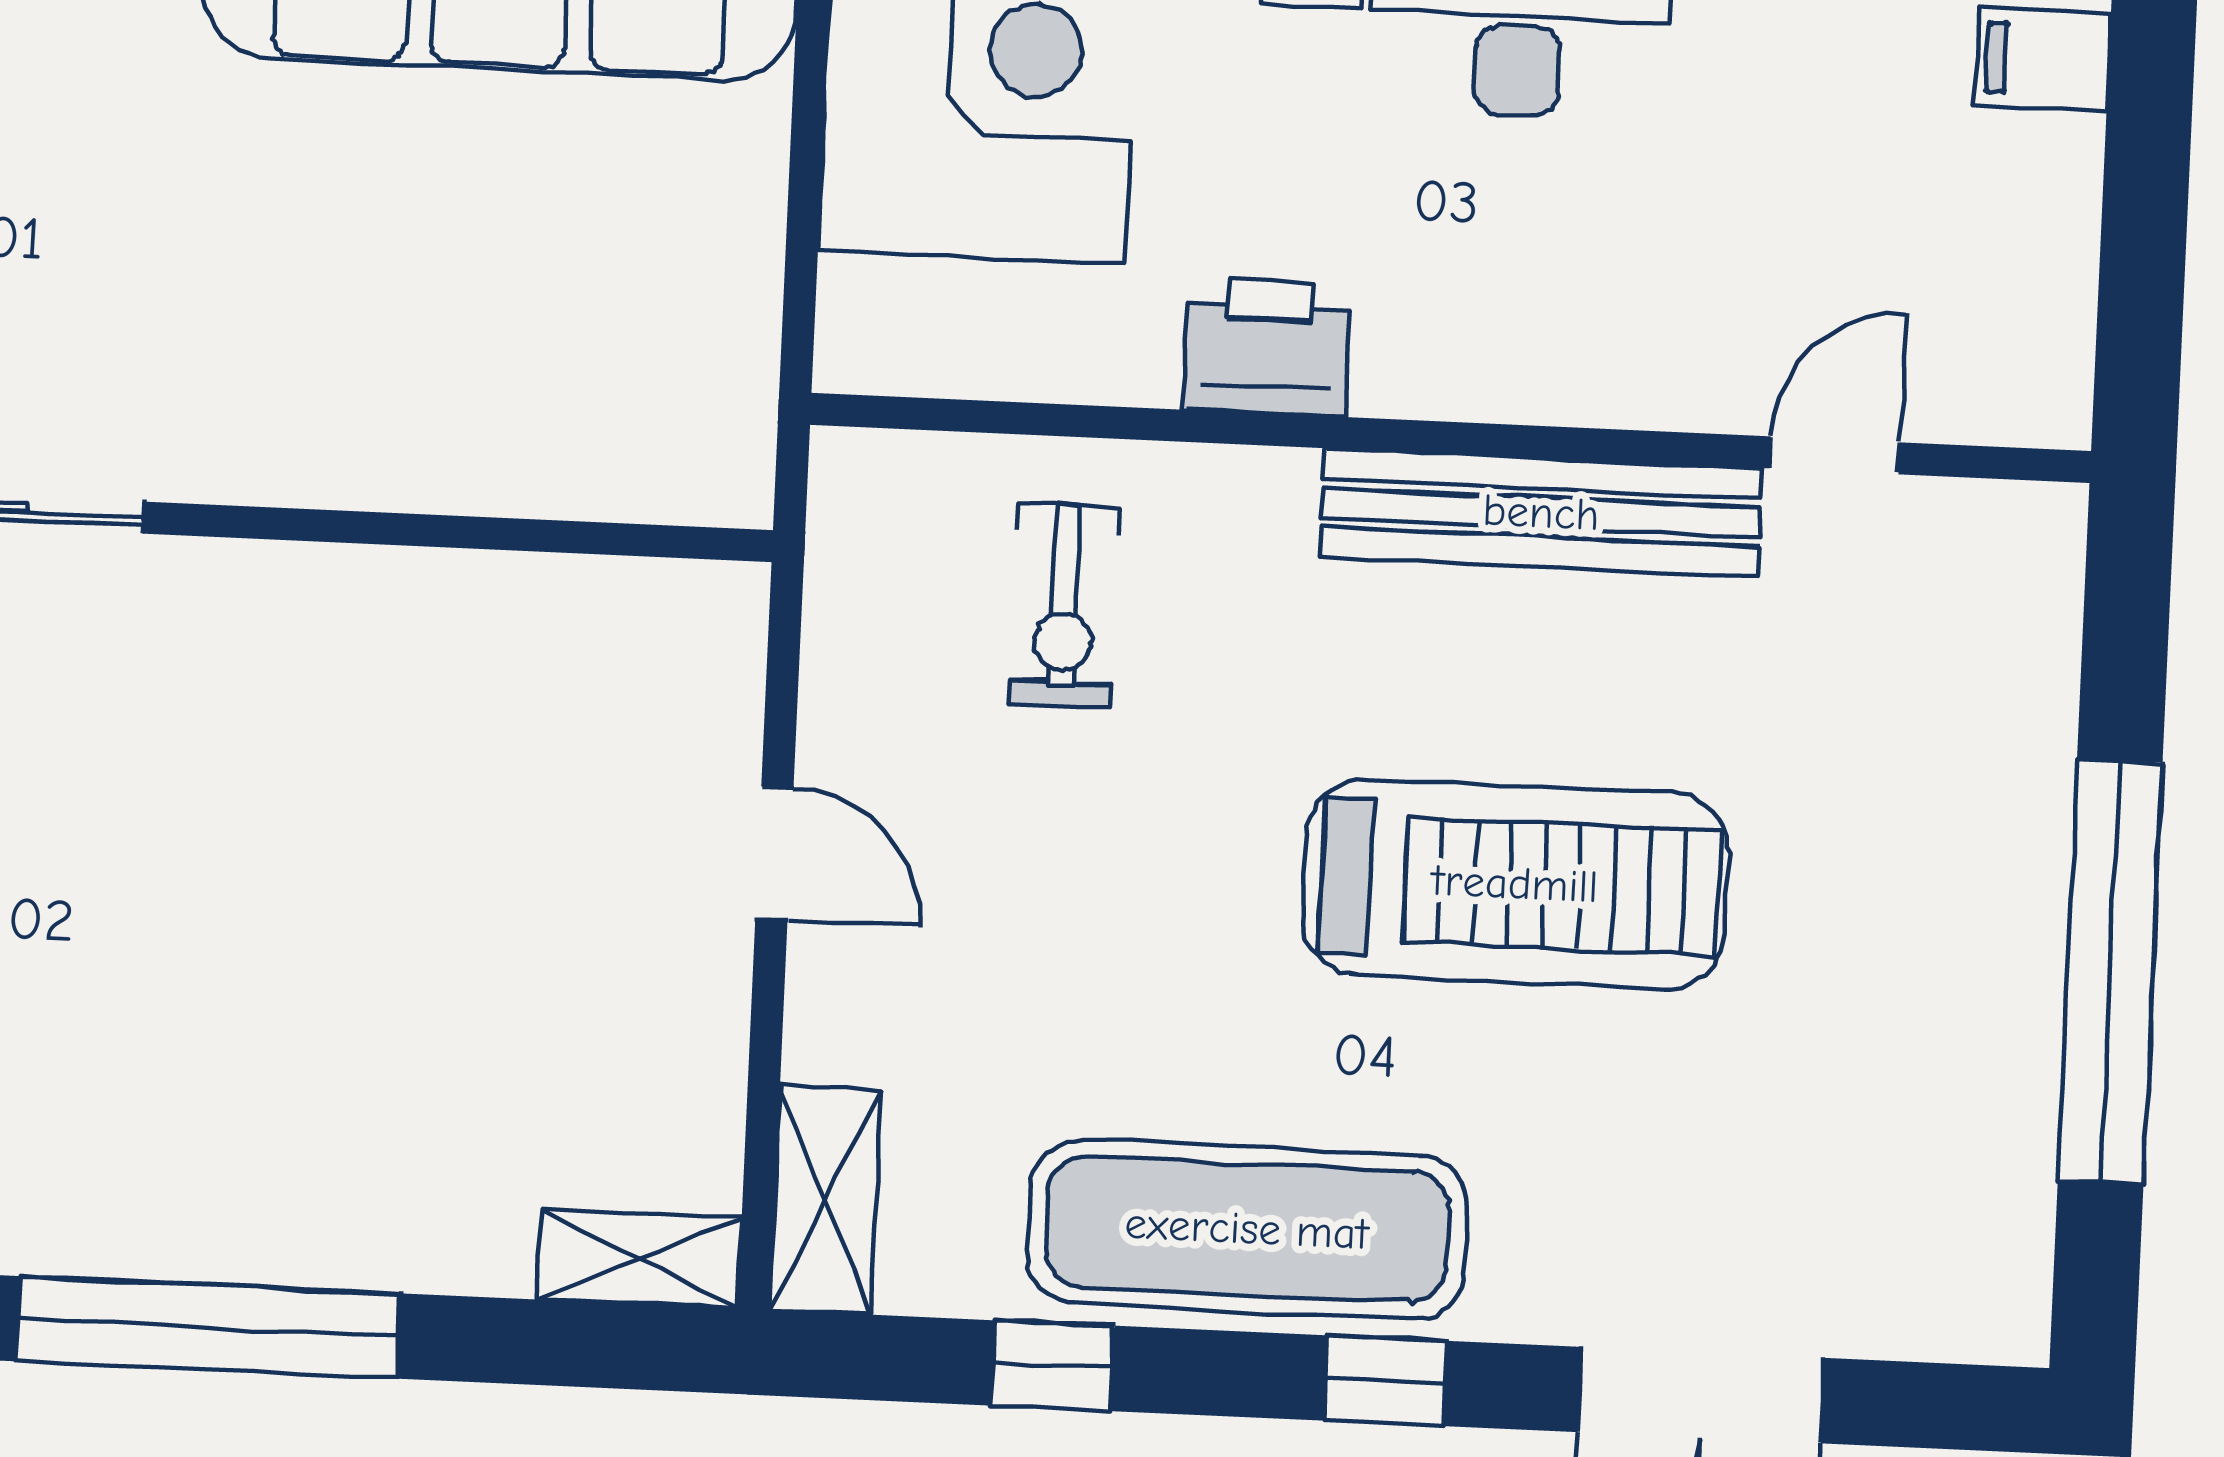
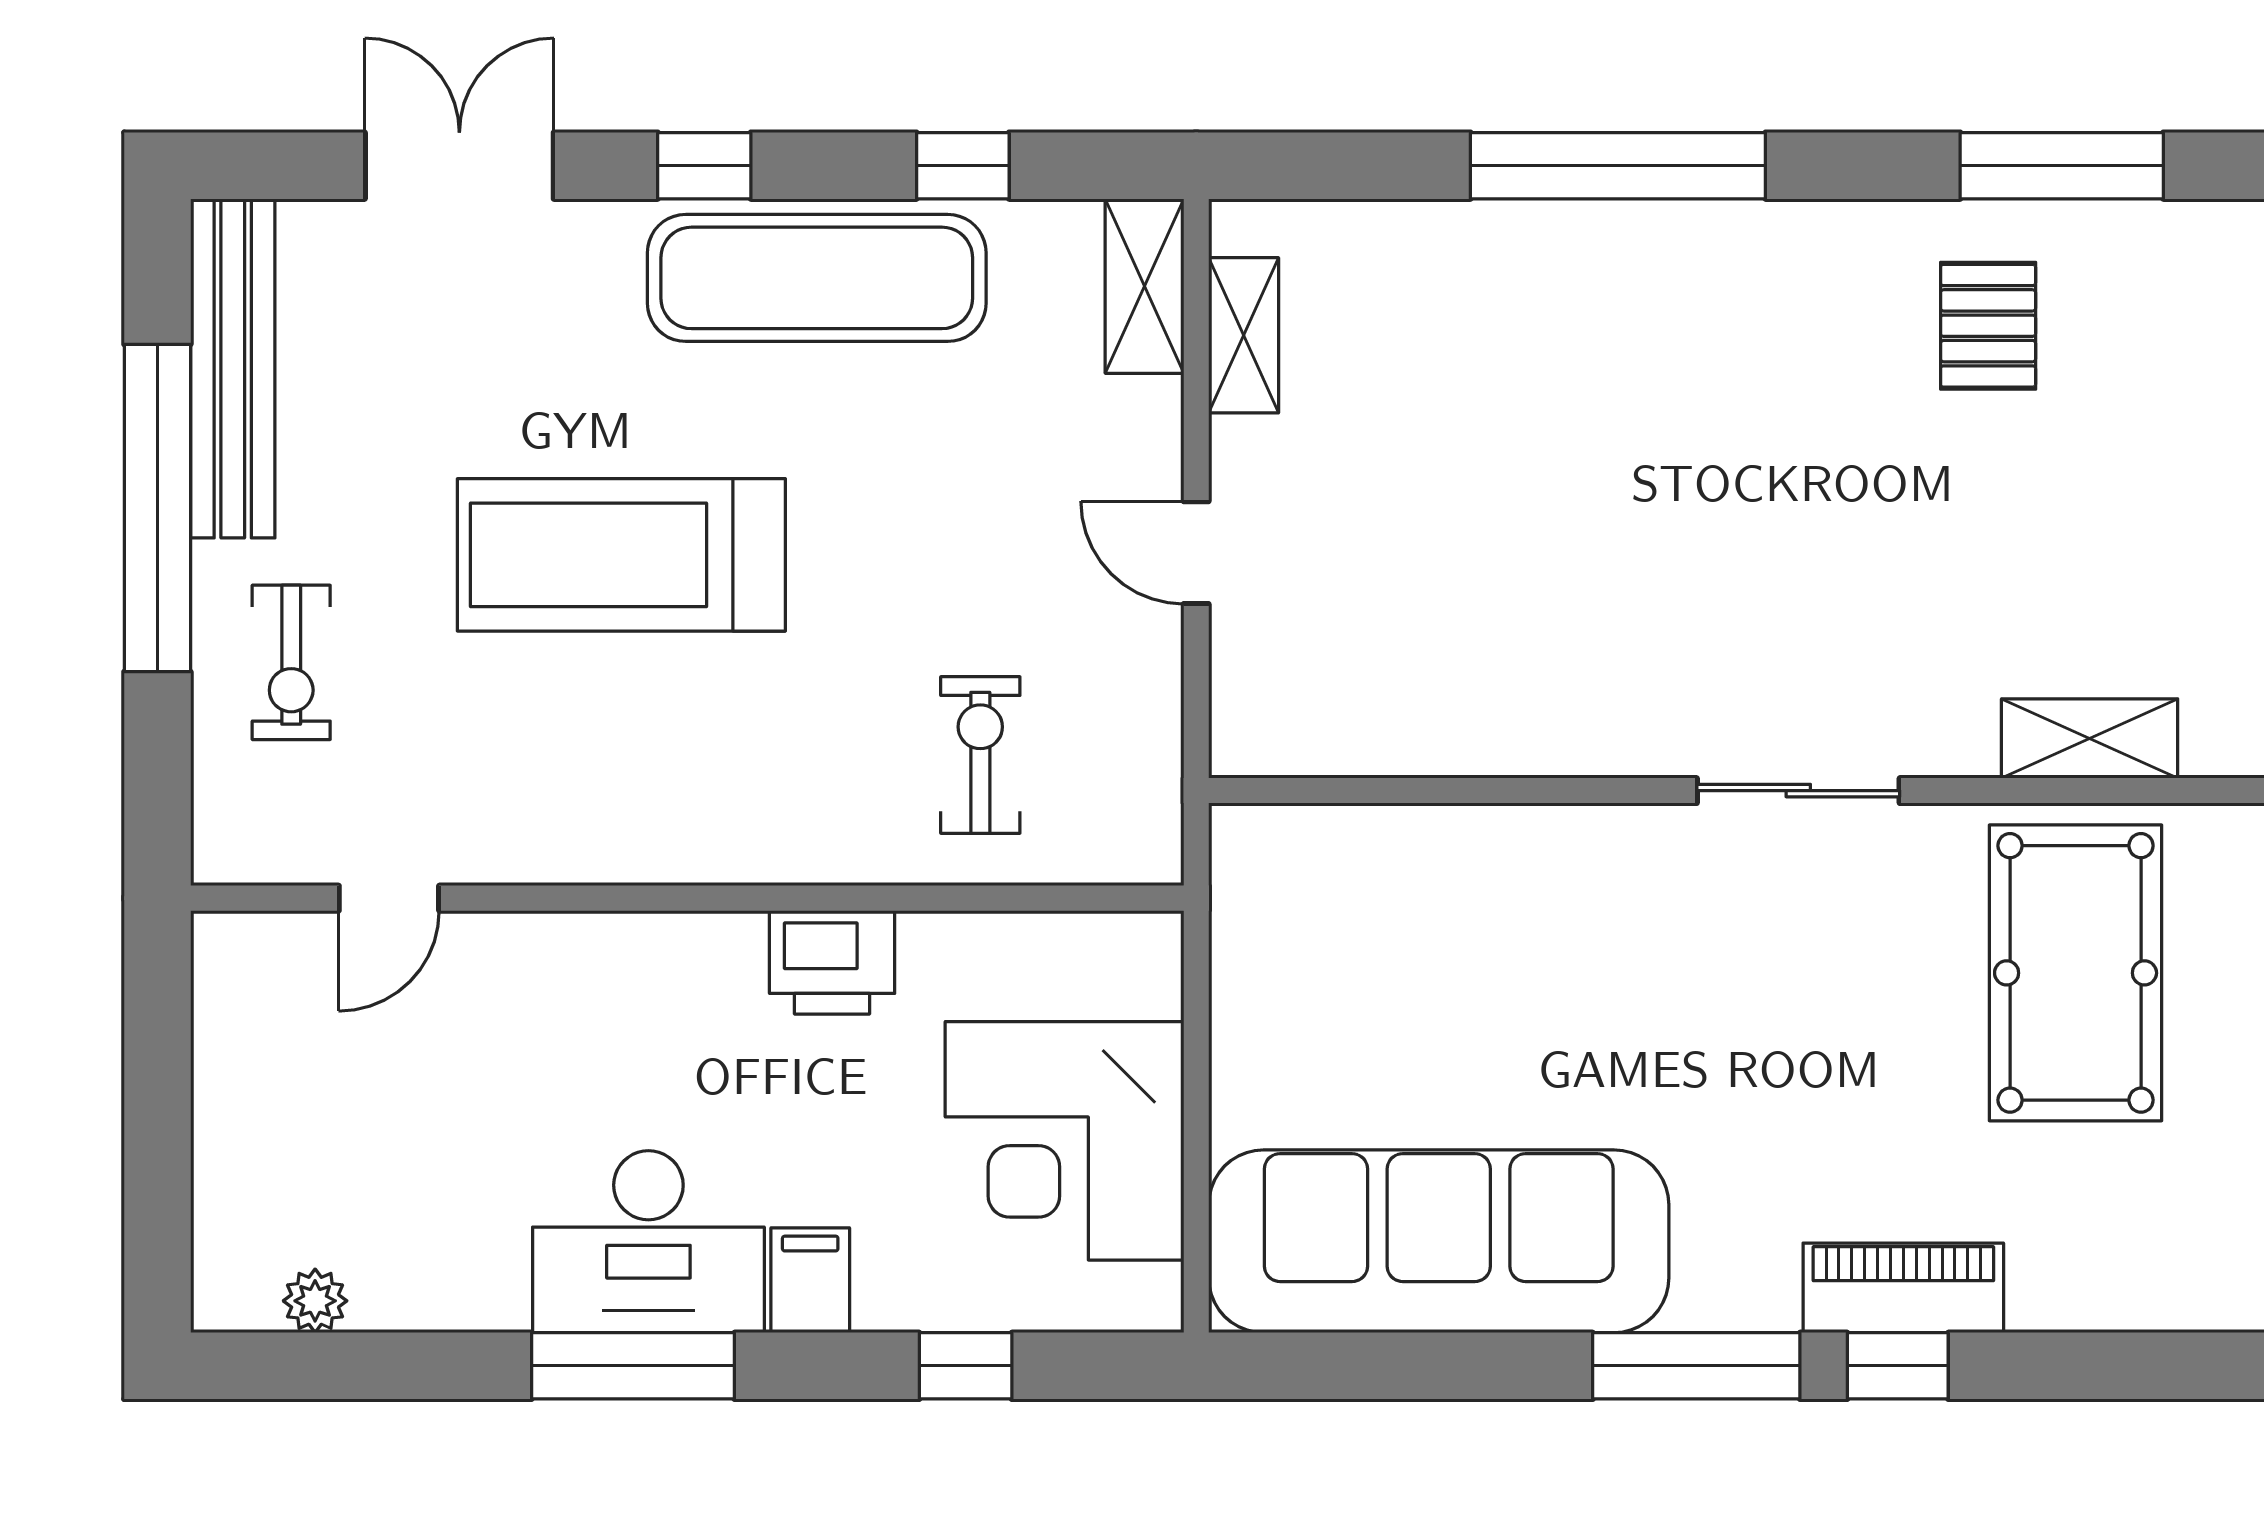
filing cabinet: (2043, 59) -> (242, 1212), removed
bench: (1541, 513) -> (233, 368), moved, turned 90
exercise bike: (1947, 765) -> (291, 662), added
shelving: (640, 1259) -> (1244, 335), moved, turned 90

